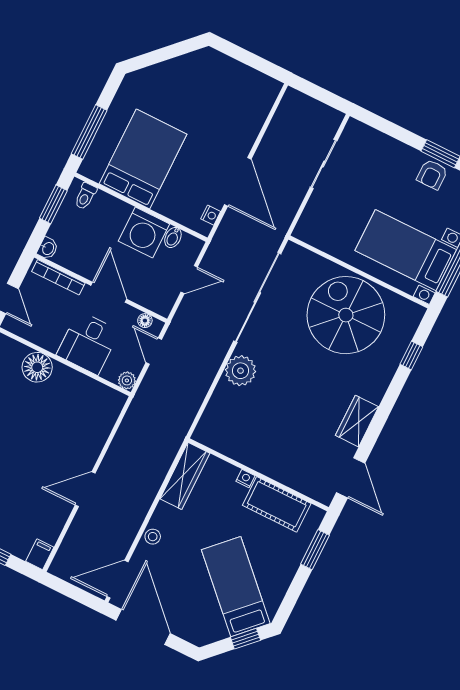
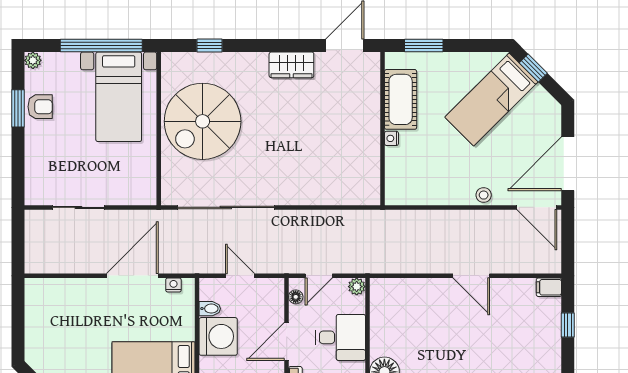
plant: (241, 371) -> (298, 190), removed
wardrobe: (185, 476) -> (416, 193), removed

